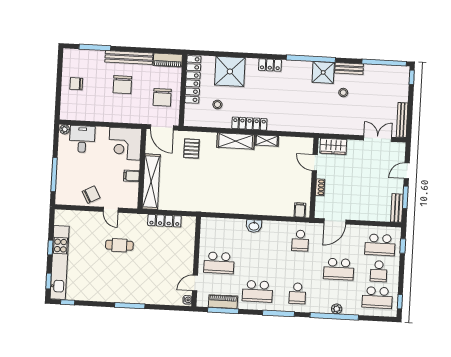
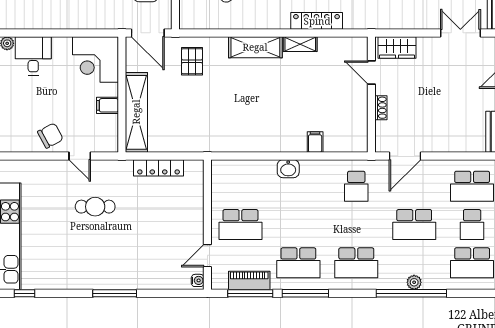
locker: (249, 124) -> (317, 21), moved
filing cabinet: (300, 210) -> (315, 142), moved
school desk: (297, 293) -> (356, 263), width x1.85
window: (278, 313) -> (305, 293), moved

